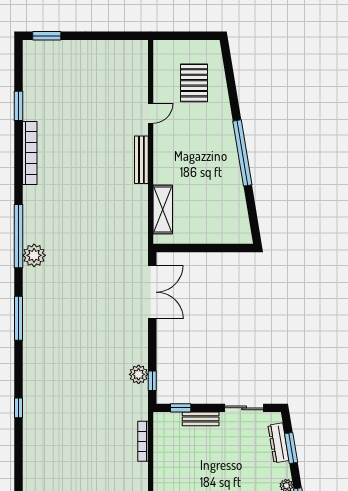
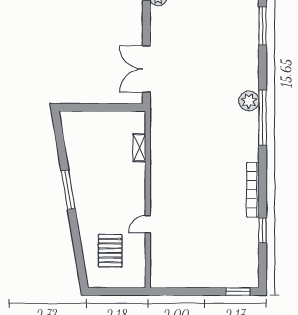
window: (242, 153) -> (68, 190), width x0.68
bench: (141, 160) -> (156, 184), removed
shelving: (163, 210) -> (139, 148), width x0.67, depth x0.75
window: (18, 318) -> (263, 26), moved

